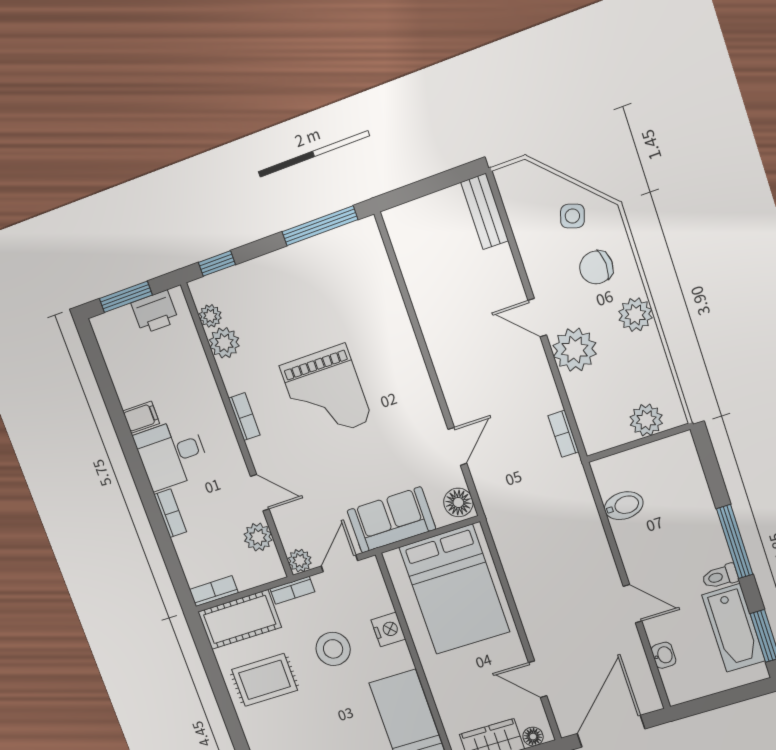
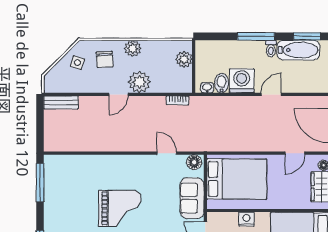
washing machine: (640, 542) -> (242, 81), added
washbasin: (664, 655) -> (207, 88), moved

